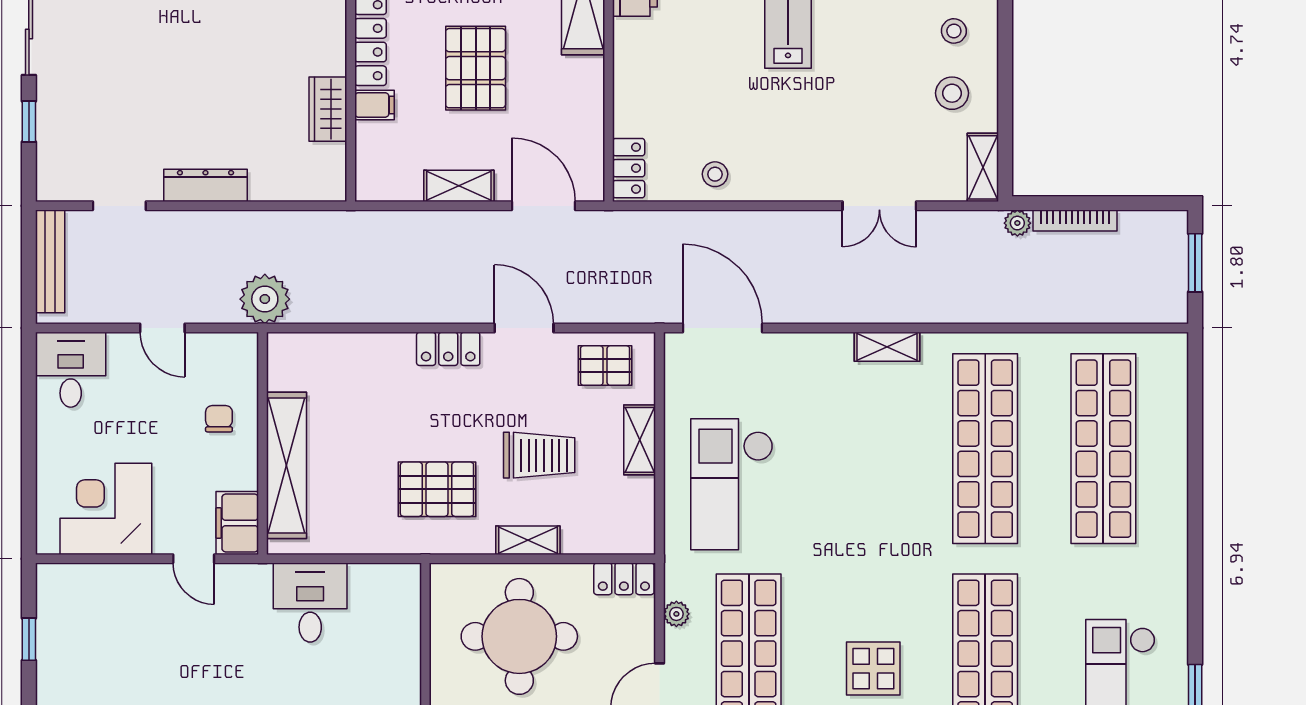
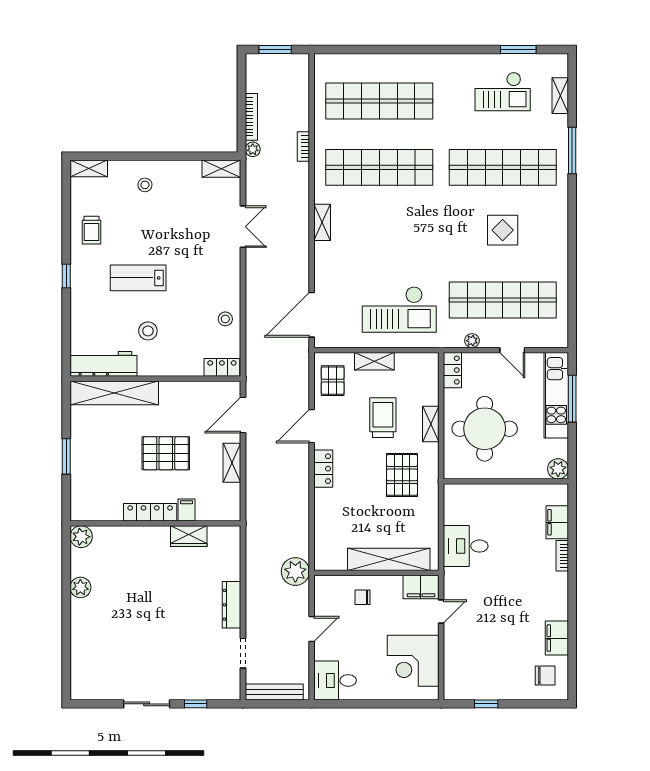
stool: (952, 93) -> (148, 331), moved
bookcase: (1022, 313) -> (303, 147), added

